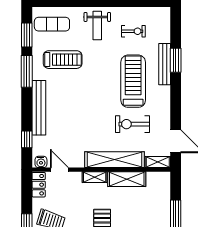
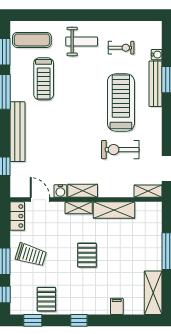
weight bench: (97, 26) -> (82, 41), turned -90
water cooler: (166, 37) -> (157, 55), added
treadmill: (63, 60) -> (44, 79), turned 90
shelving: (114, 160) -> (83, 191), width x0.45, depth x0.75
water cooler: (41, 162) -> (60, 191), moved

